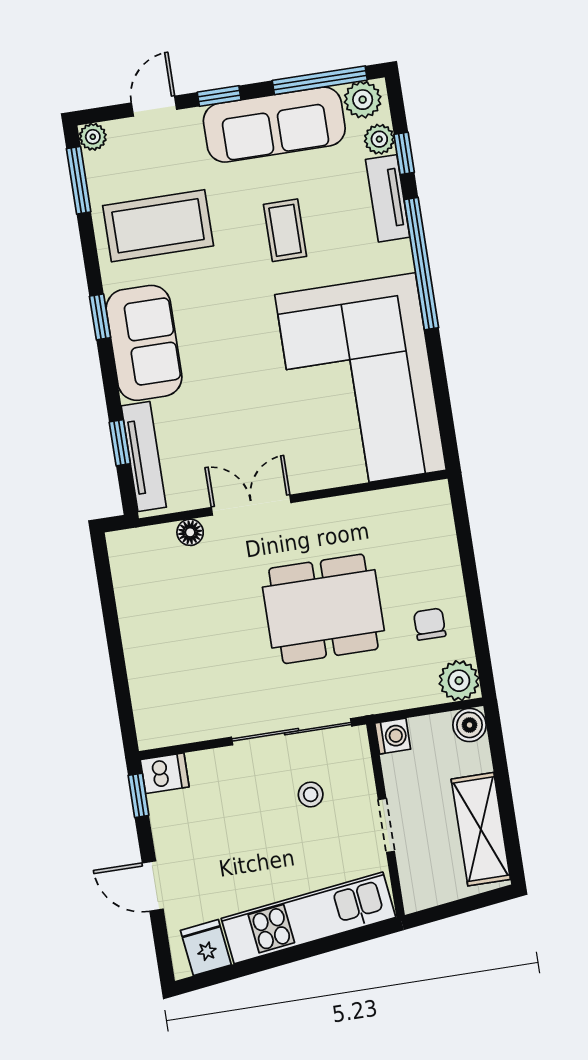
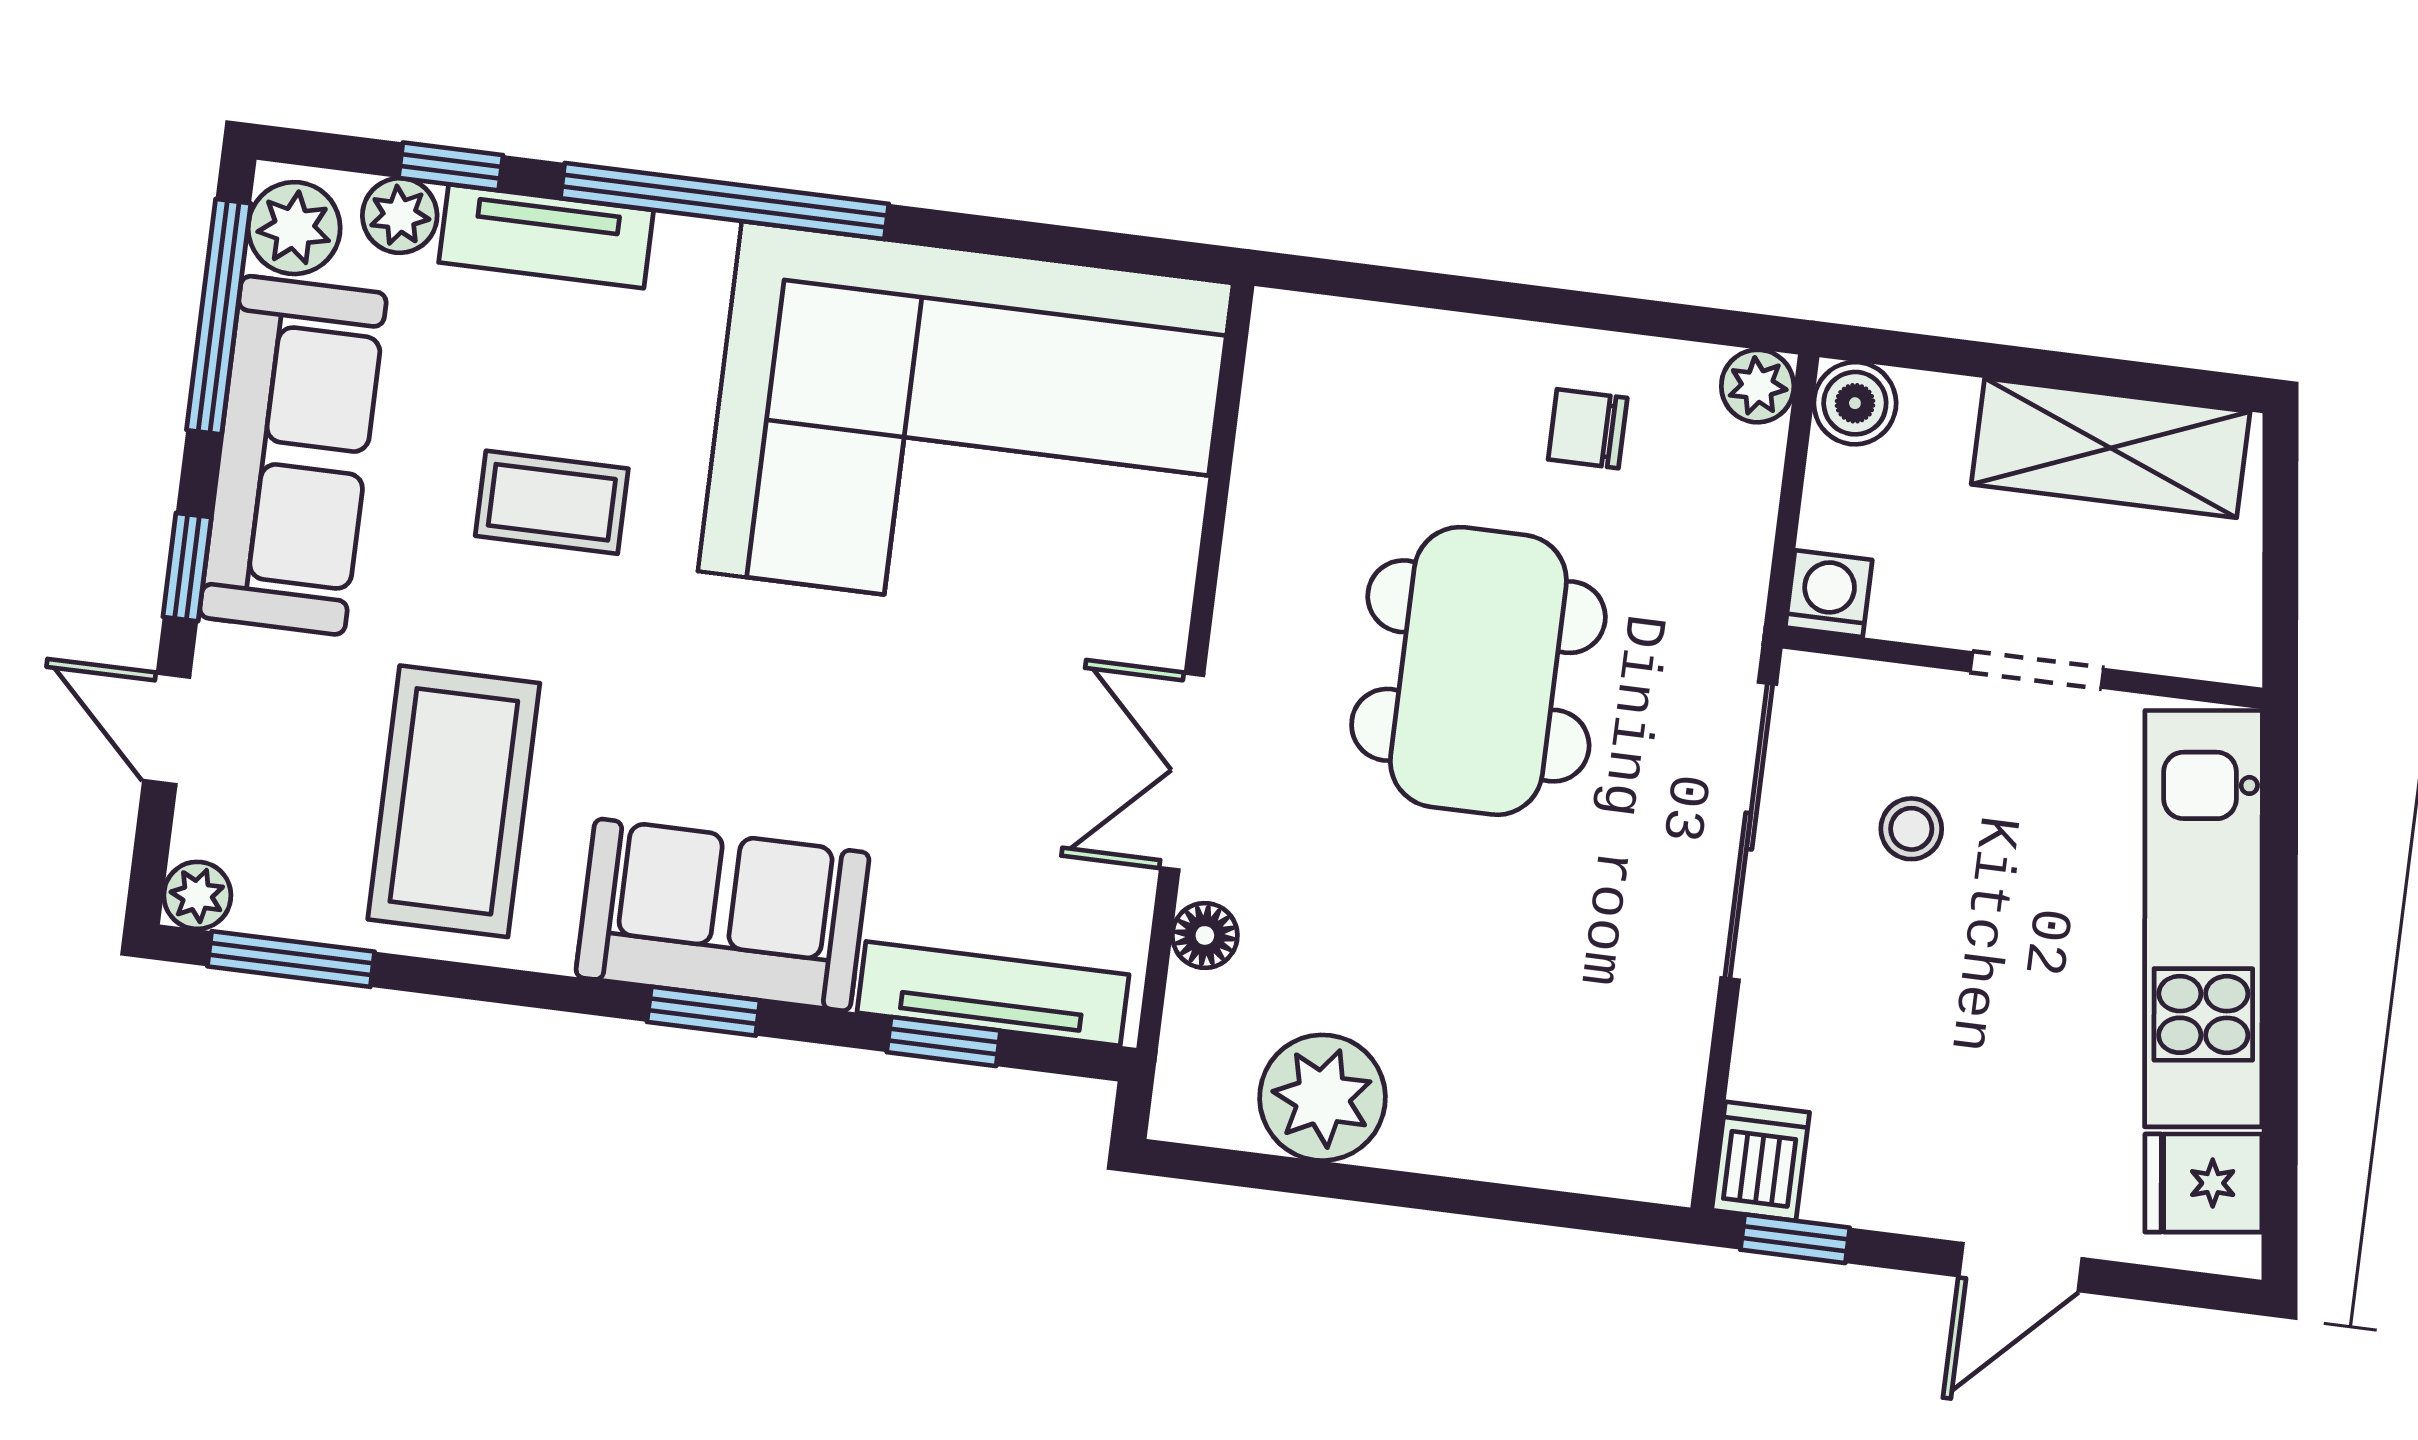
window: (100, 317) -> (704, 1011), moved
plant: (140, 596) -> (1323, 1098), added
plant: (459, 681) -> (1758, 386), width x0.73, depth x0.73

